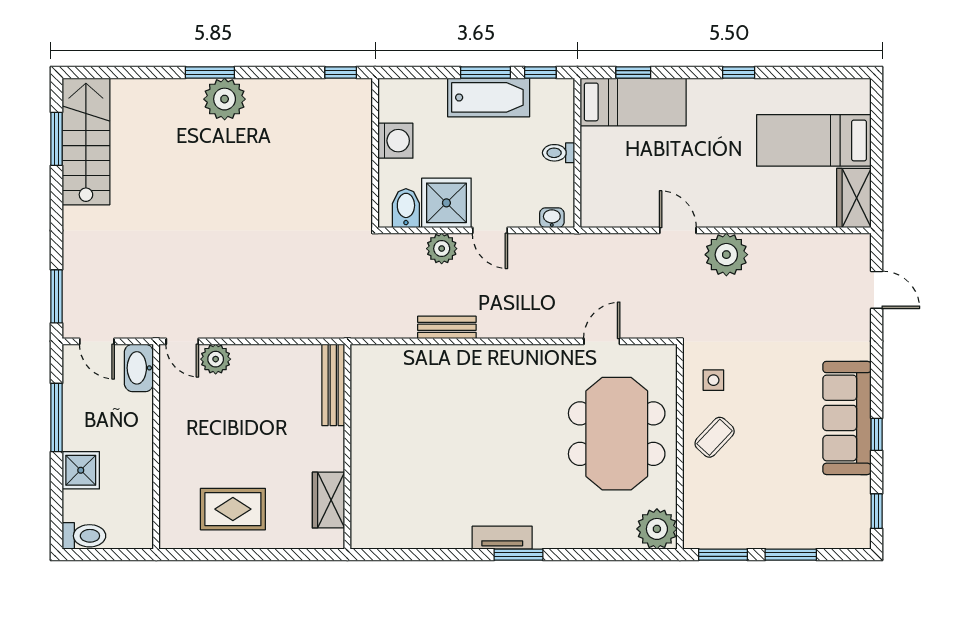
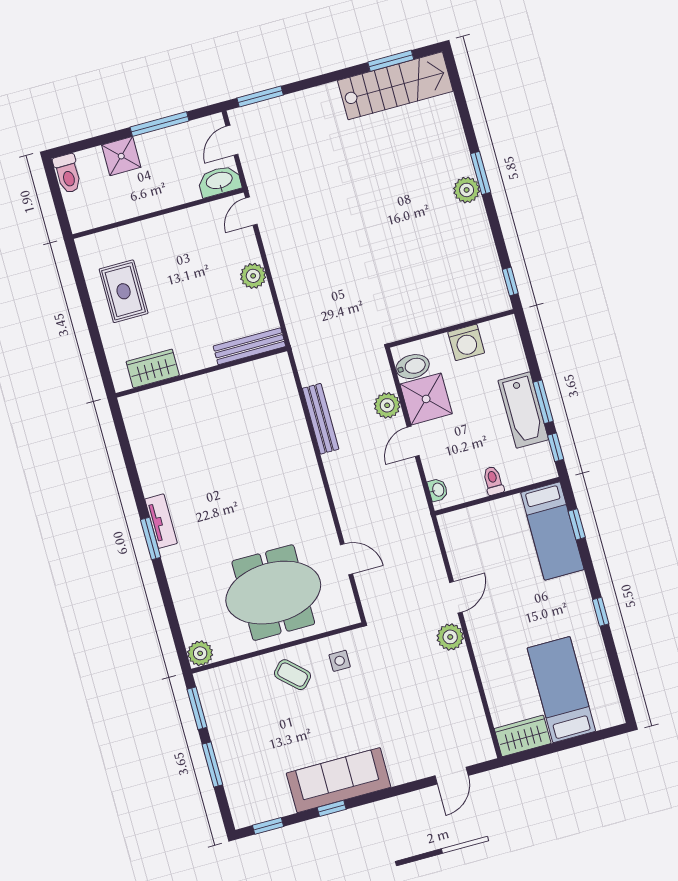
plant: (225, 99) -> (467, 190), width x0.73, depth x0.73
plant: (726, 255) -> (450, 637), width x0.73, depth x0.73
bench: (447, 327) -> (321, 419), width x1.36
plant: (216, 359) -> (253, 276), moved
plant: (657, 529) -> (200, 653), width x0.73, depth x0.73

